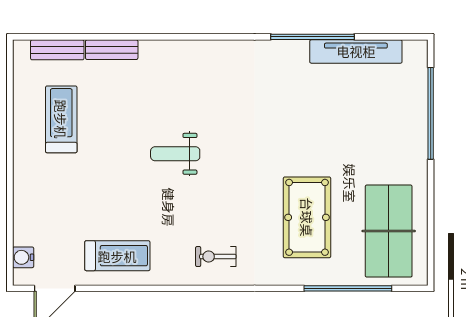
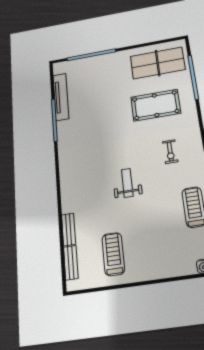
treadmill: (61, 119) -> (113, 254), turned 90
weight bench: (175, 154) -> (127, 183), turned 180
exercise bike: (216, 257) -> (170, 152), moved

